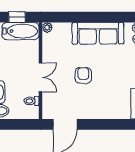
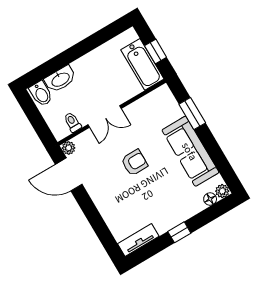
window: (73, 17) -> (192, 114), added
plant: (47, 28) -> (69, 148), moved

